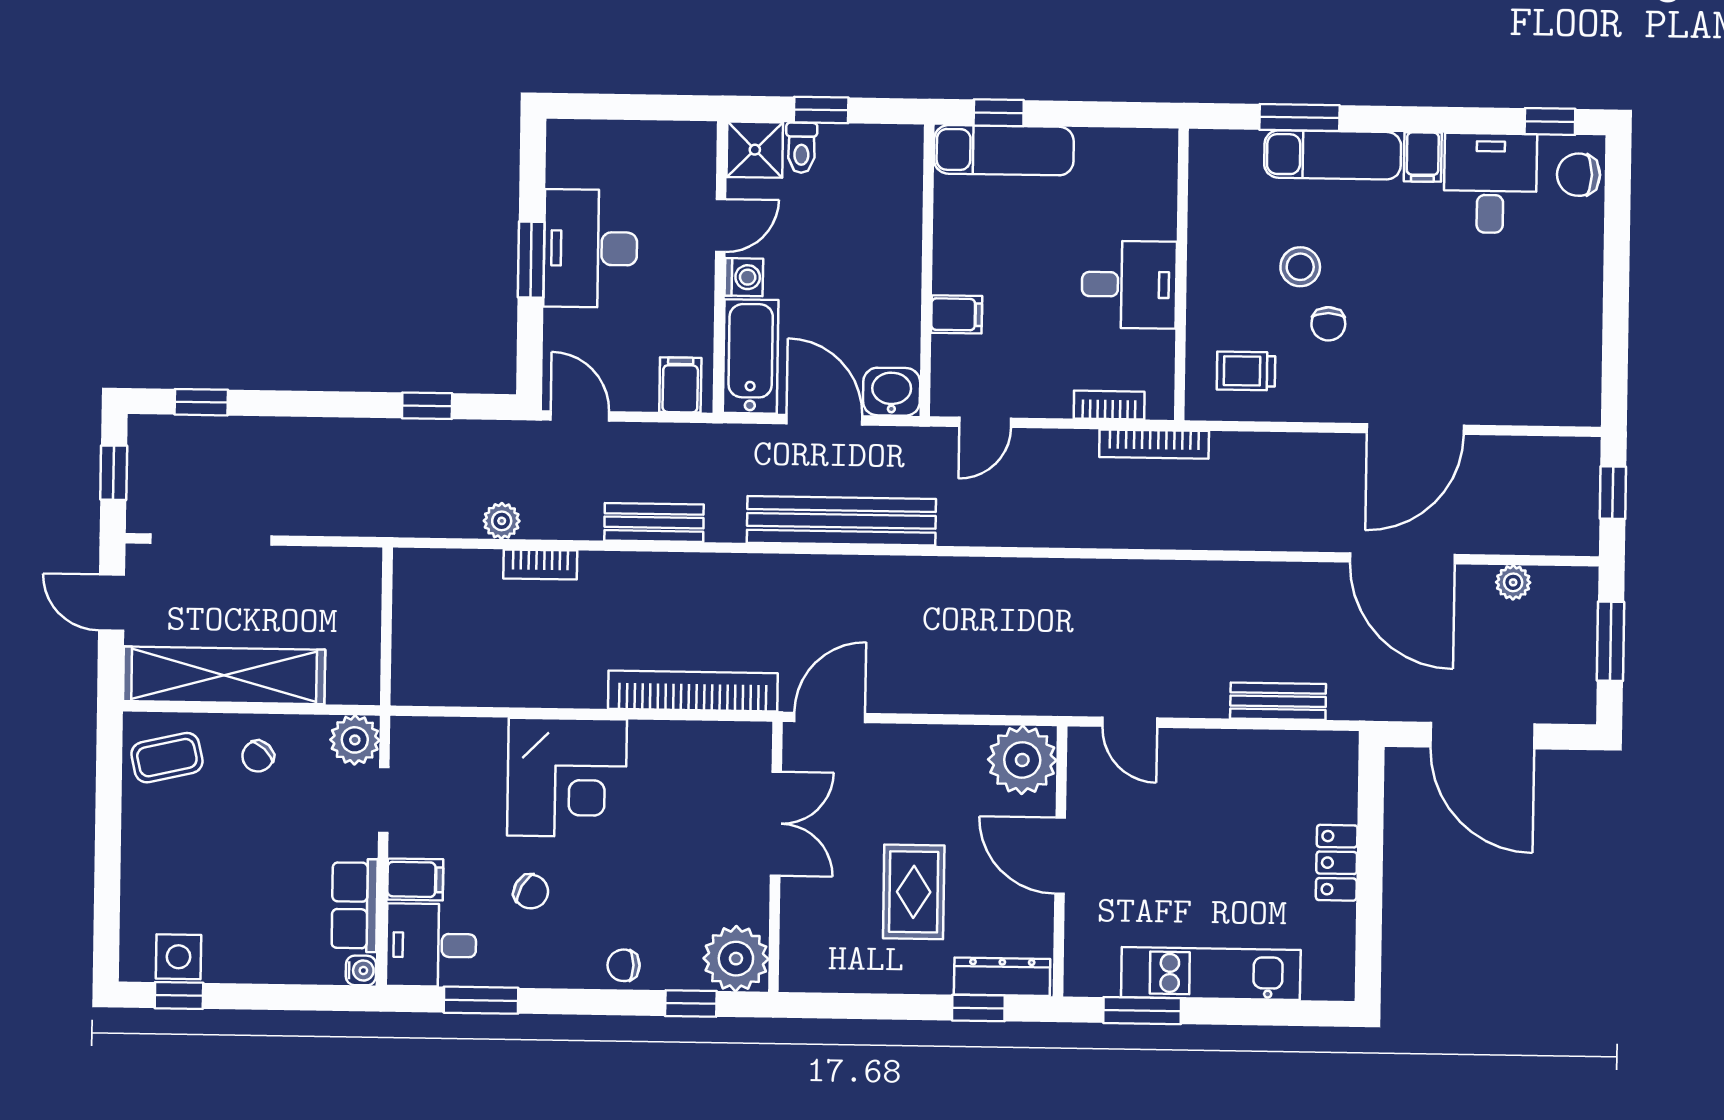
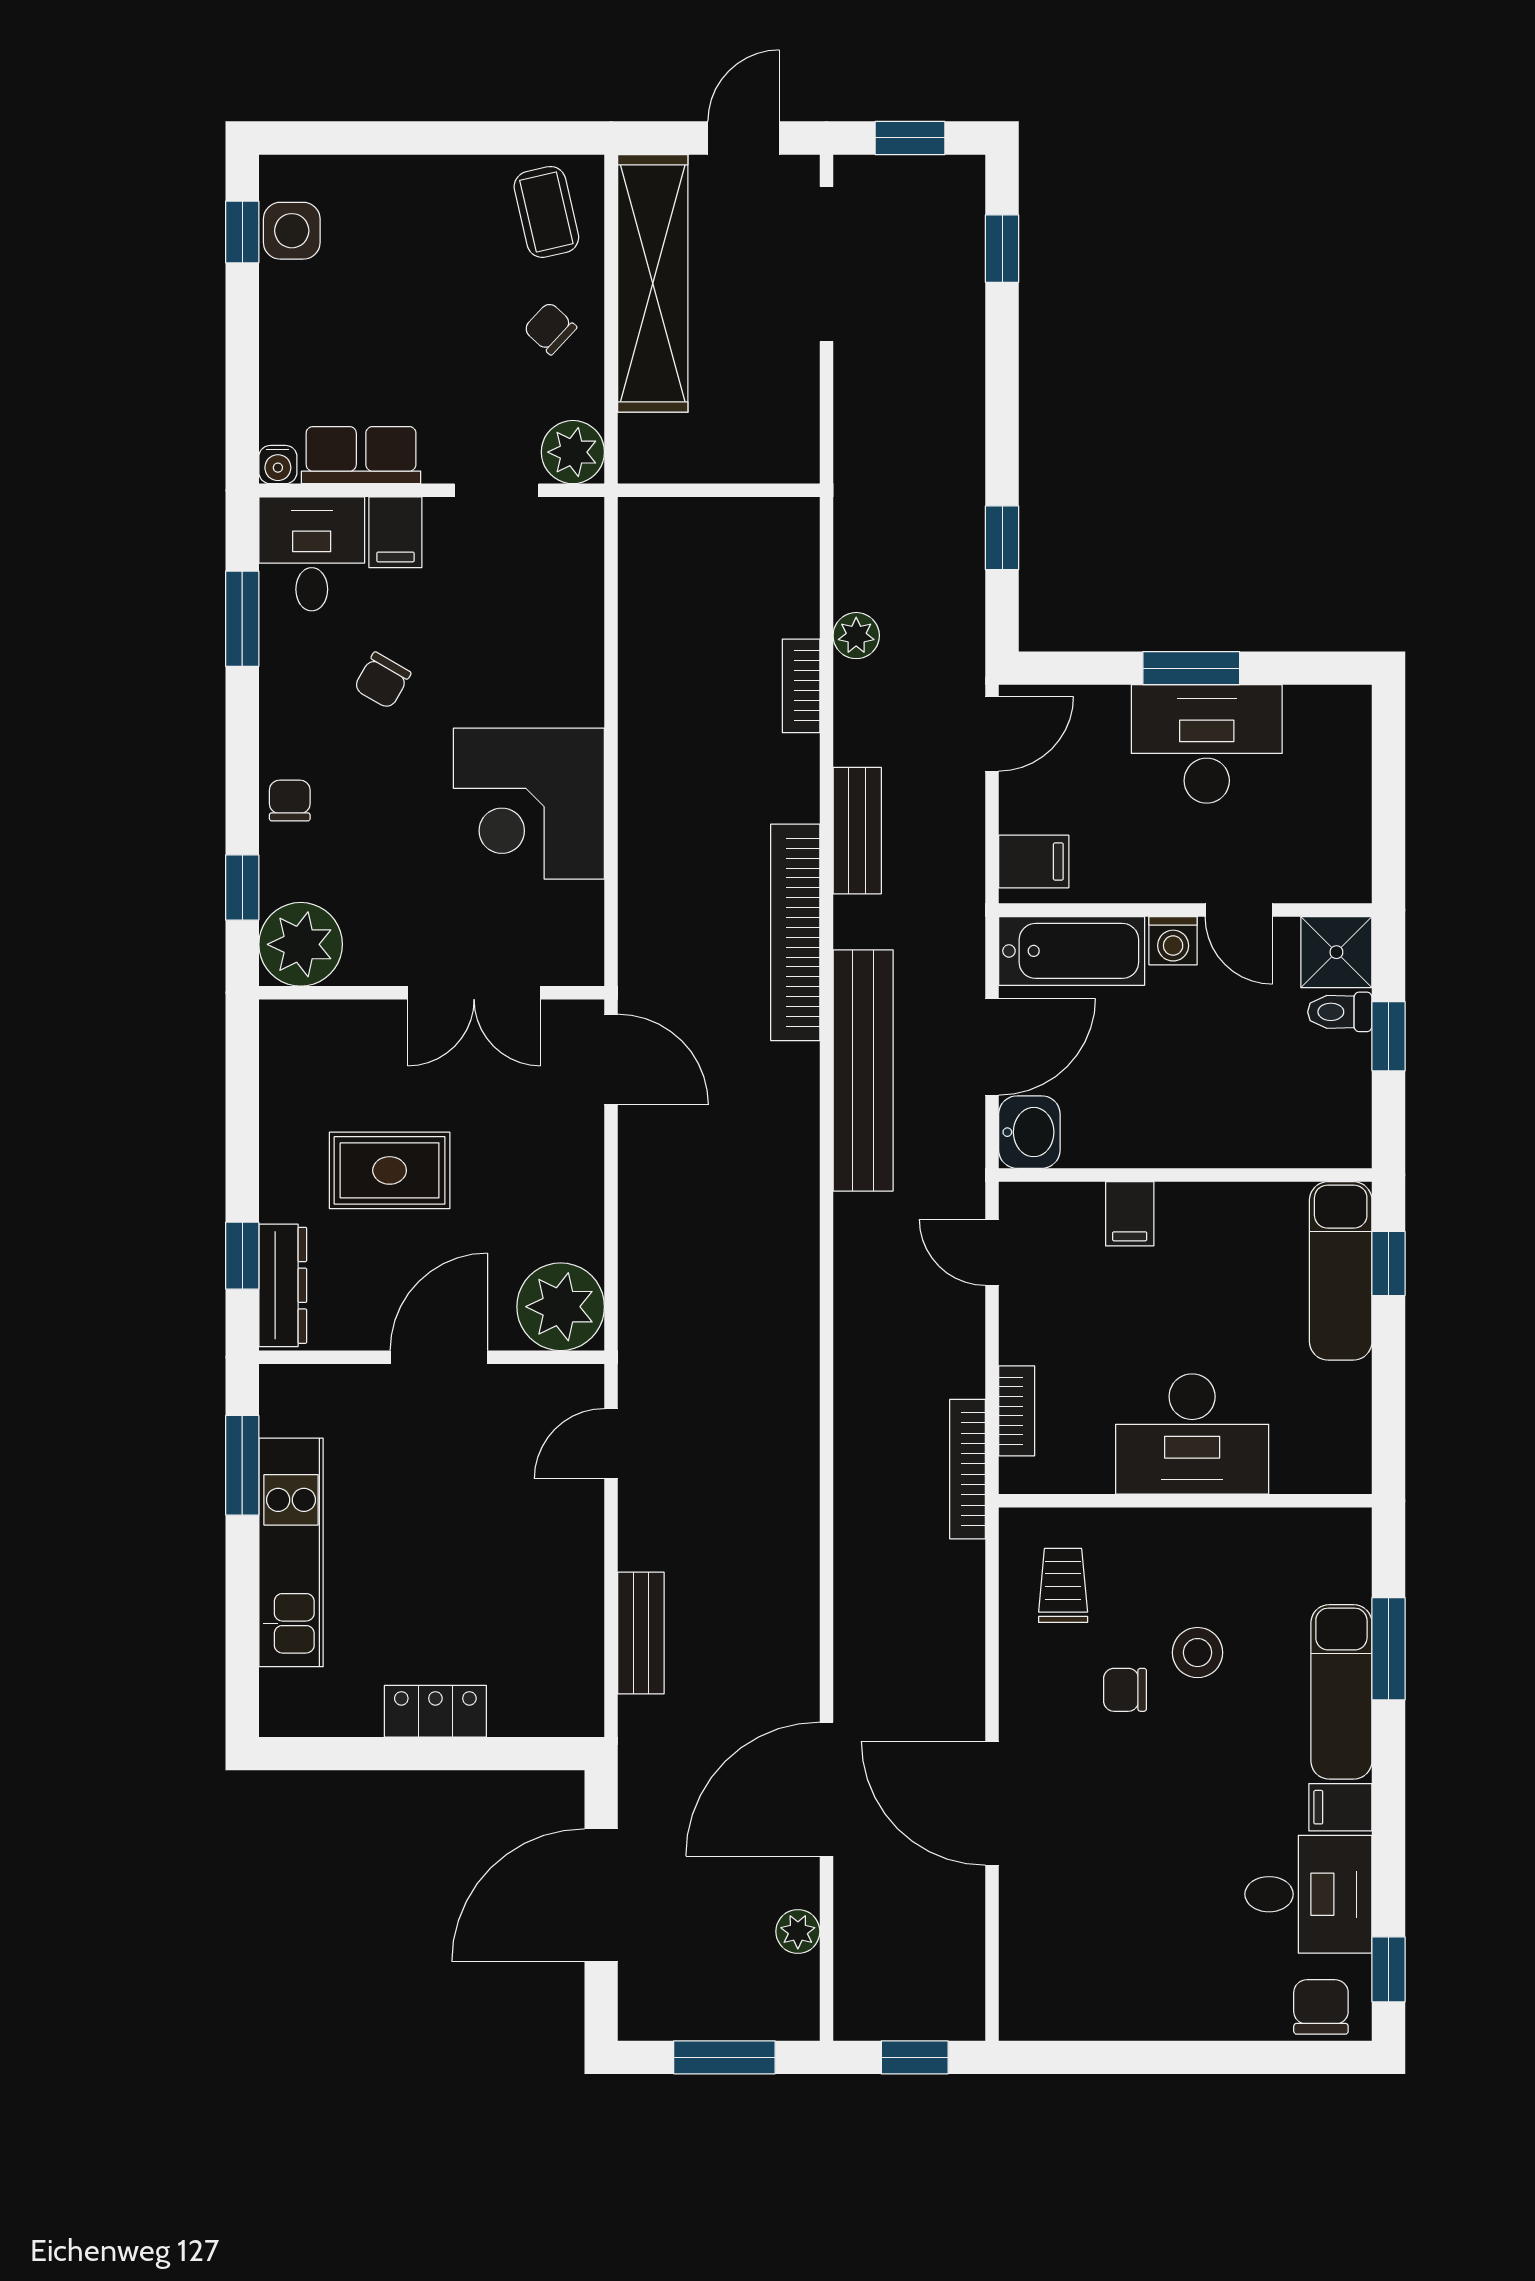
desk: (1129, 285) -> (1192, 1434), width x1.37
bookcase: (693, 691) -> (795, 932), moved, turned 180
corner desk: (567, 778) -> (529, 804), moved

